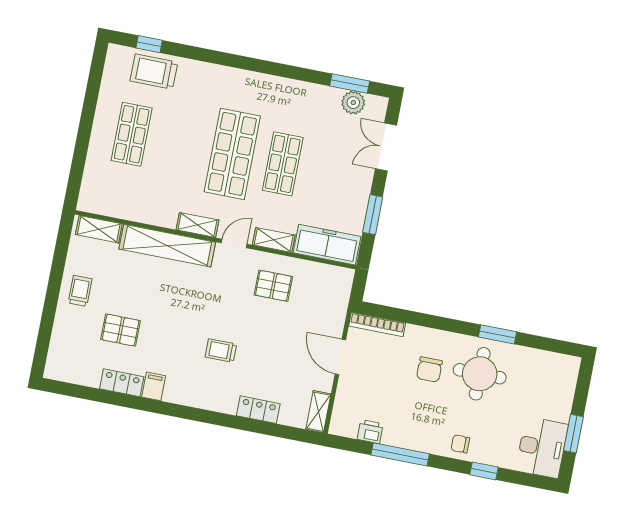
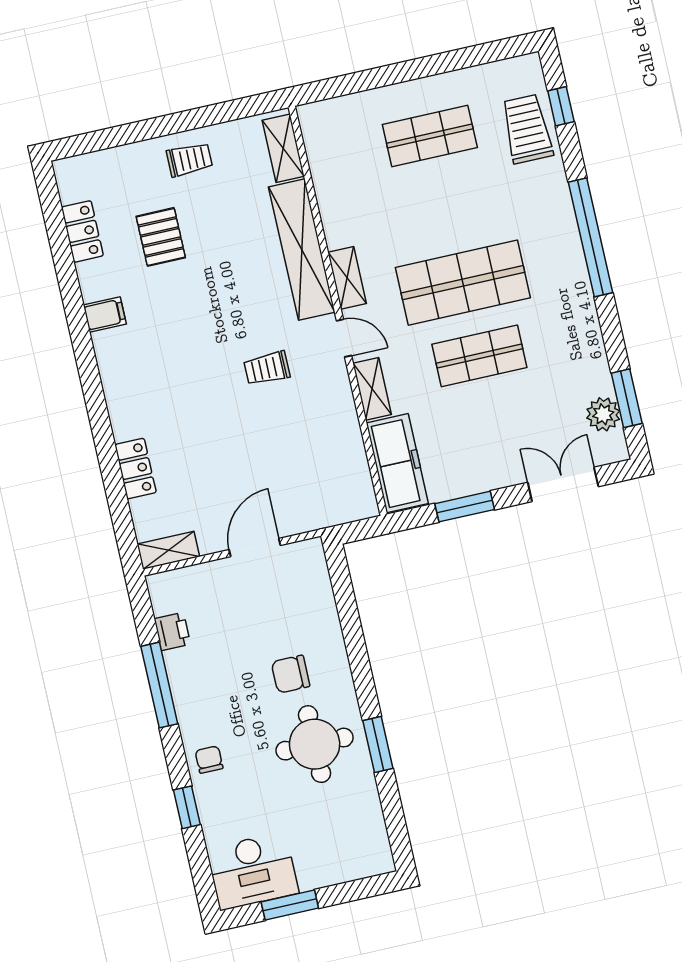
window: (239, 62) -> (590, 237), added
pallet: (273, 286) -> (311, 415), removed
bookcase: (377, 324) -> (320, 578), removed
trolley: (221, 351) -> (267, 368), moved, turned -90
locker: (122, 383) -> (82, 231), moved

